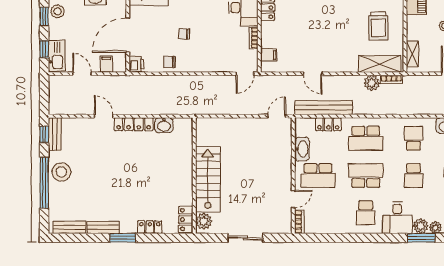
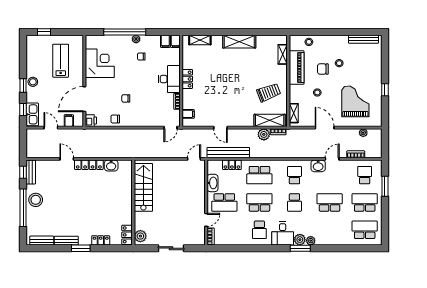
trolley: (378, 26) -> (269, 92), turned -111
stairs: (208, 179) -> (143, 187), moved

